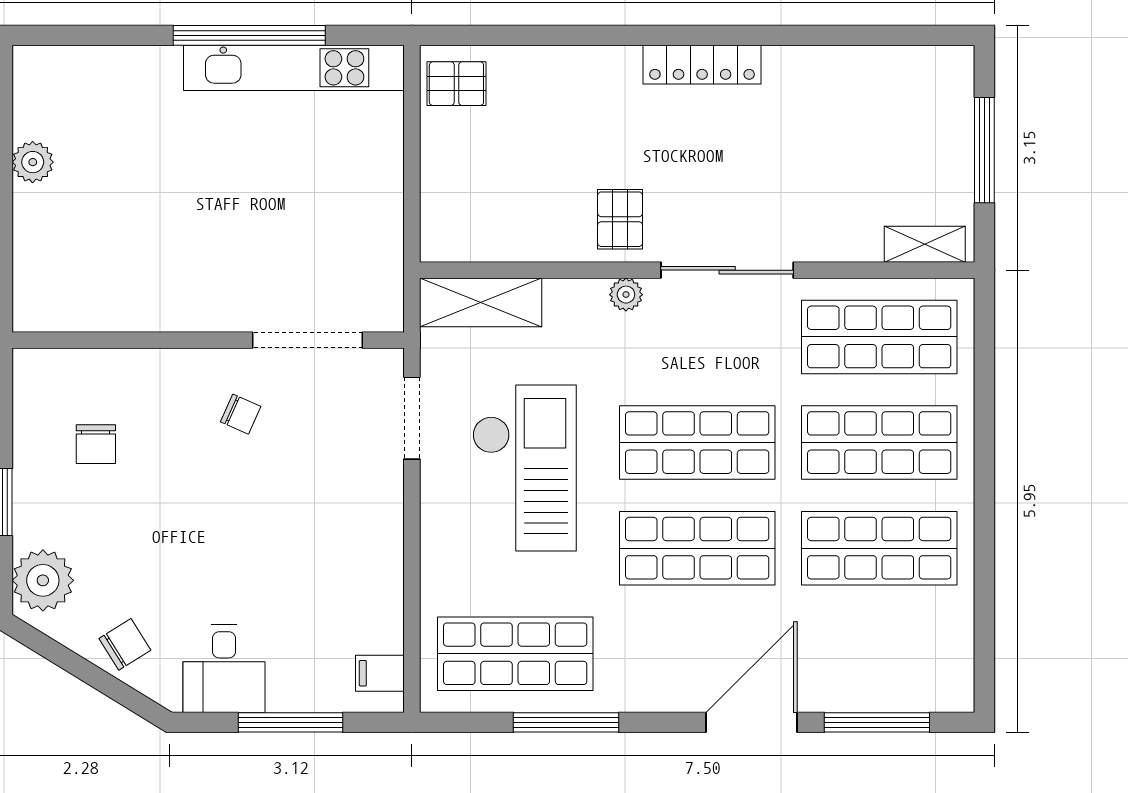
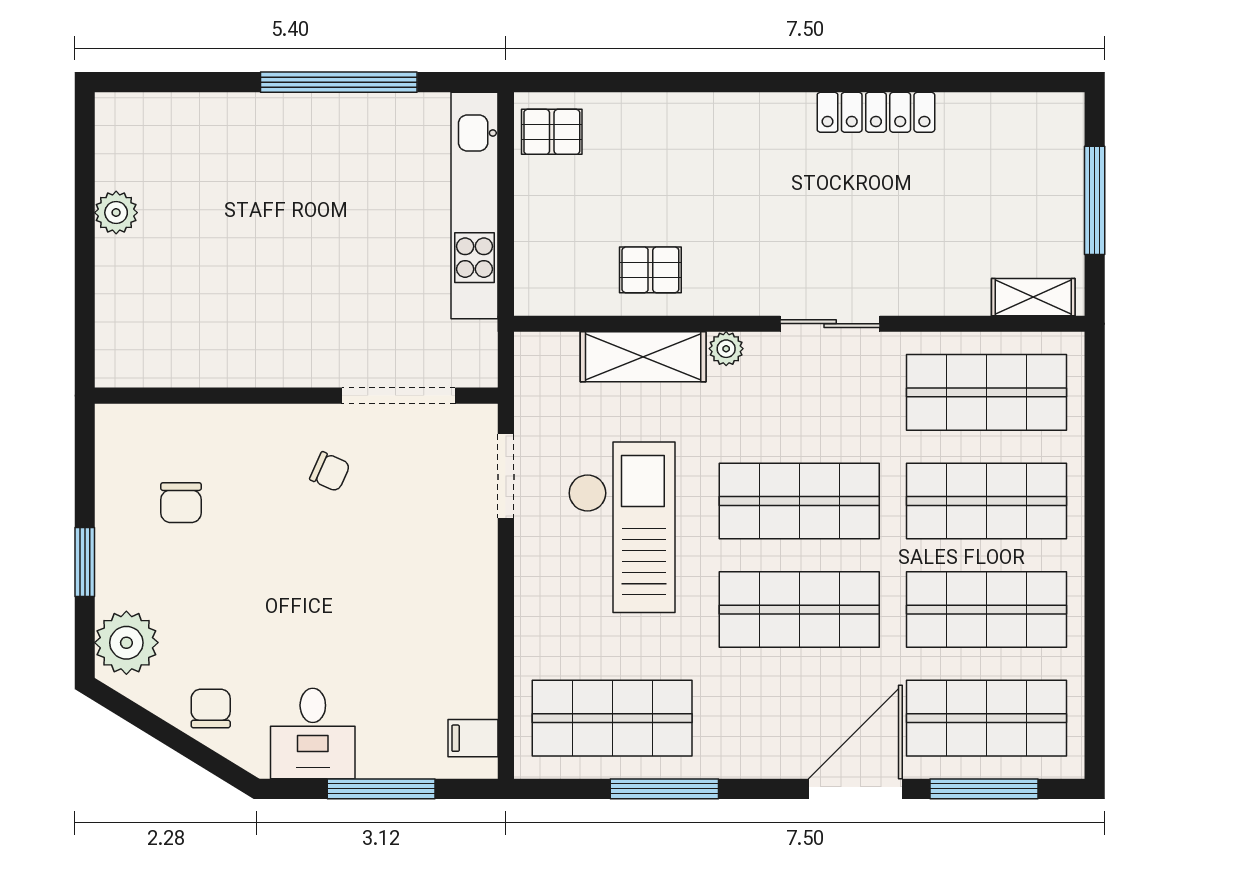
locker: (702, 65) -> (876, 112), moved
kitchen unit: (294, 68) -> (474, 206), moved, turned 90
pallet: (620, 219) -> (650, 270), moved, turned 90
sliding door: (727, 270) -> (830, 324), width x0.73
shelving: (481, 302) -> (643, 357), moved
chair: (125, 644) -> (211, 708), turned -58
shop shelf: (879, 654) -> (986, 718), added

